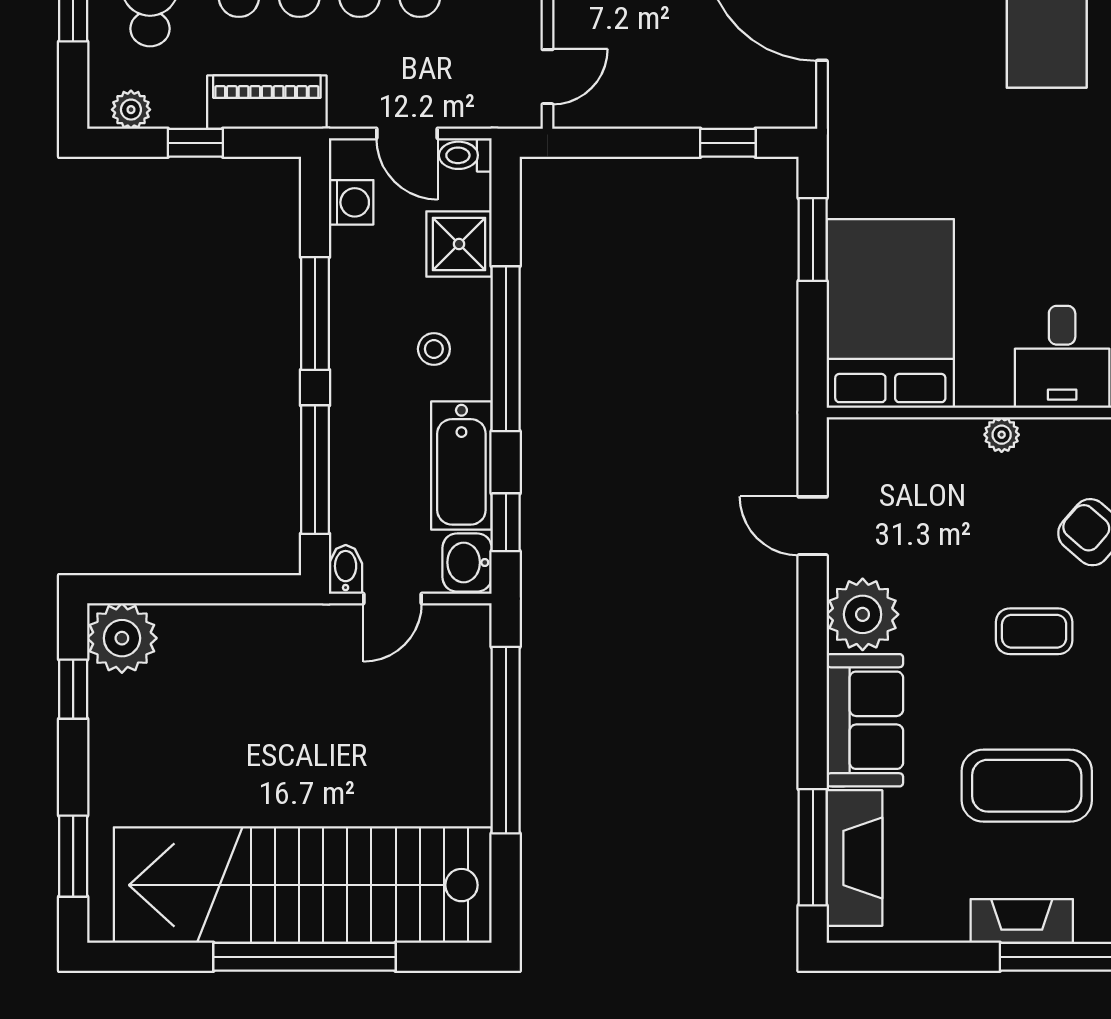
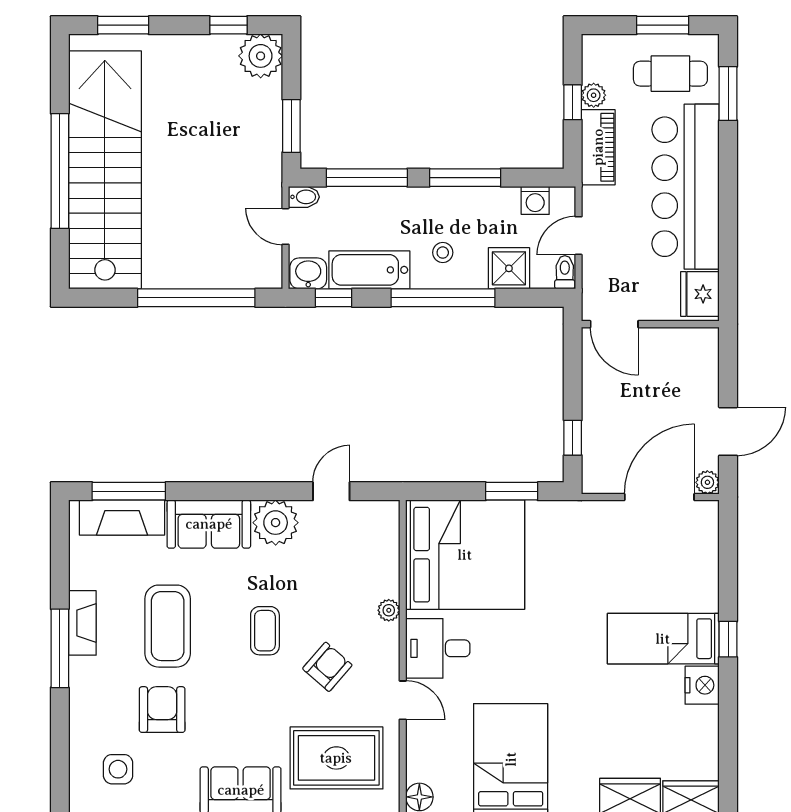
door: (548, 77) -> (614, 324), width x1.38
plant: (131, 110) -> (594, 95), moved
bed: (890, 314) -> (465, 555), width x1.36
window: (233, 589) -> (291, 126), added

